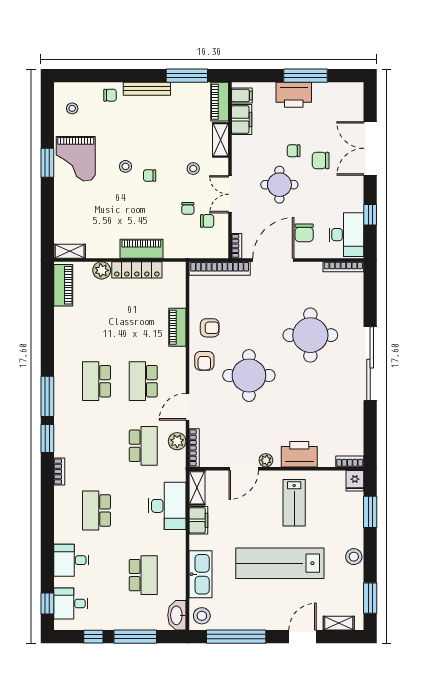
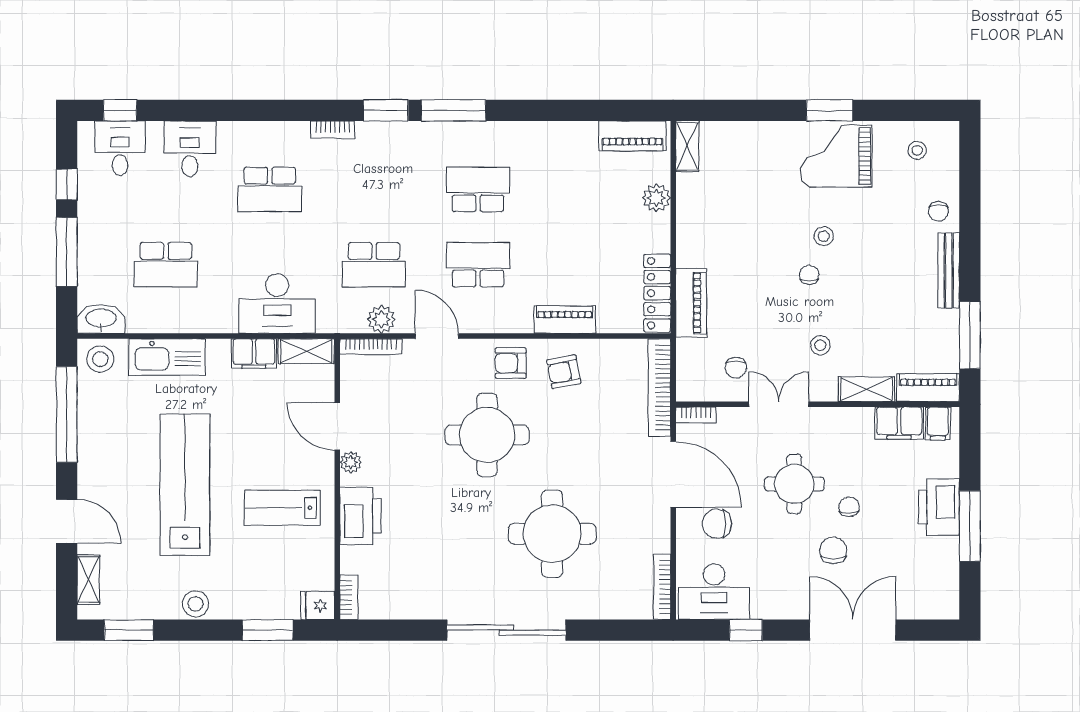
chair: (188, 208) -> (756, 337), removed
piano: (141, 249) -> (691, 303), moved
locker: (137, 270) -> (657, 293), moved
armchair: (210, 328) -> (564, 372), turned 79
school desk: (96, 510) -> (270, 189), turned 180

